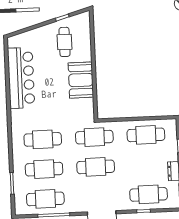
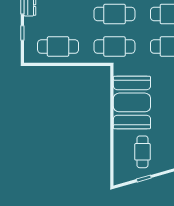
booth: (81, 80) -> (132, 102), width x1.36, depth x1.42

